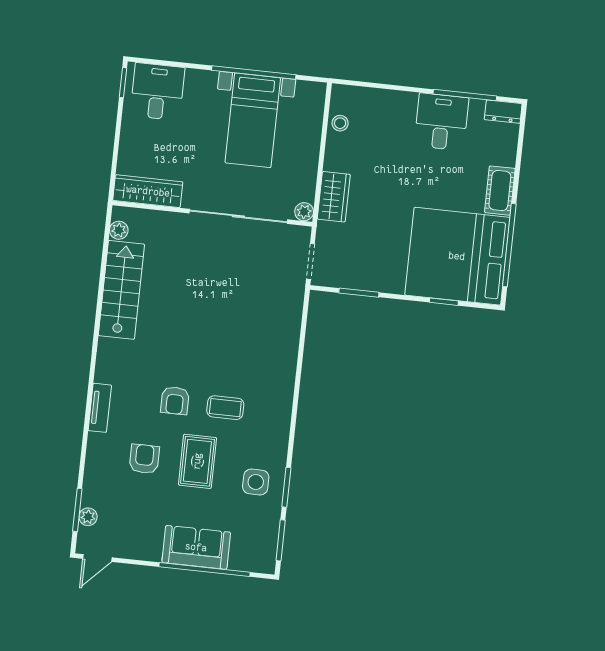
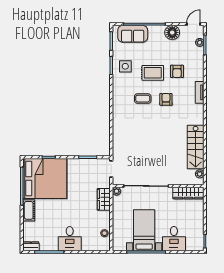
desk: (157, 92) -> (174, 239), moved
desk: (441, 122) -> (70, 239), moved
rug: (197, 461) -> (153, 73), turned 90
floor lamp: (146, 545) -> (172, 33), added
sofa: (196, 547) -> (133, 34), moved

